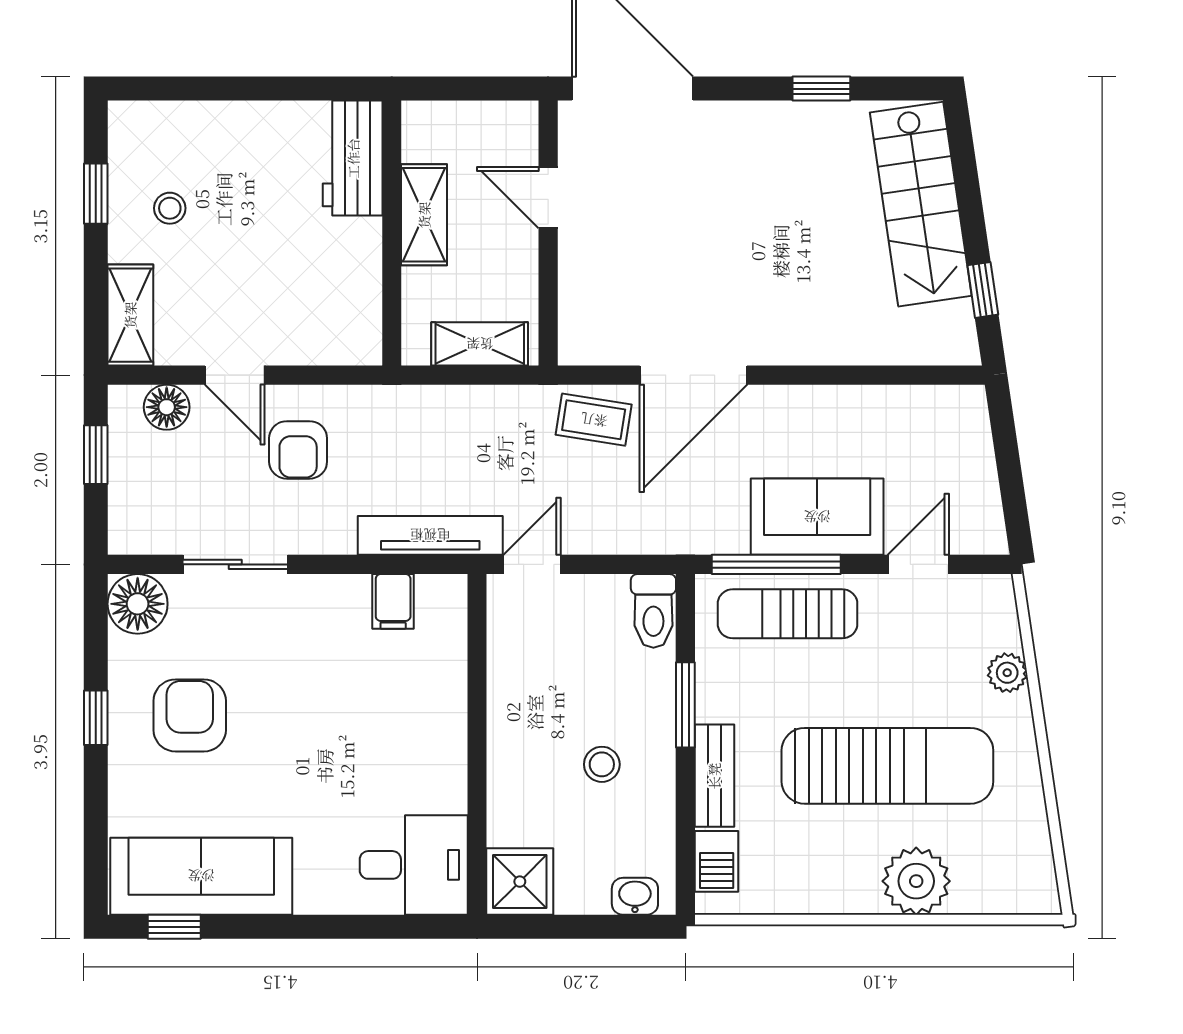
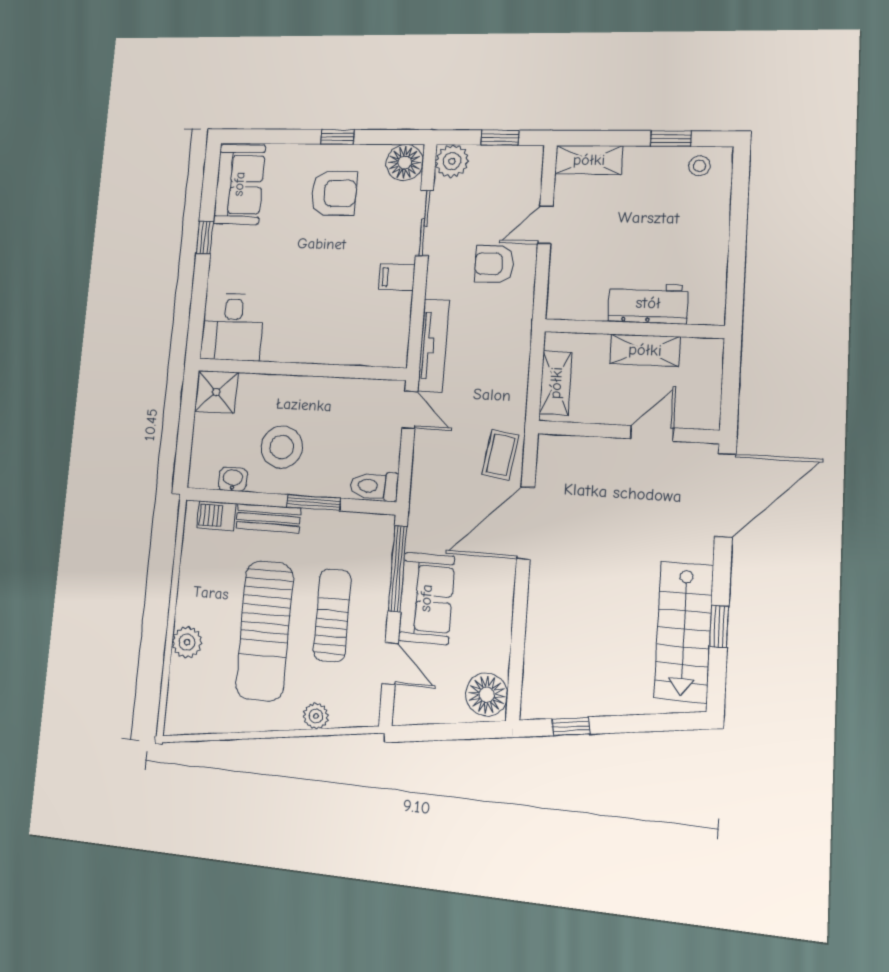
workbench: (353, 158) -> (648, 303), moved
stairs: (921, 204) -> (684, 632), moved, turned -82
stool: (170, 208) -> (699, 166), moved
door: (693, 375) -> (526, 523), hinge flipped
floor lamp: (167, 407) -> (487, 695), moved, width x1.38, depth x1.38
plant: (135, 528) -> (452, 161), added
filing cabinet: (393, 601) -> (397, 277), moved
sun lounger: (788, 614) -> (332, 615), moved
stool: (602, 764) -> (282, 447), width x1.89, depth x1.89
sofa: (201, 876) -> (239, 184), width x0.73
plant: (916, 881) -> (187, 642), width x0.73, depth x0.73
washbasin: (635, 896) -> (233, 479), moved, turned -90
window: (174, 927) -> (205, 237), moved

